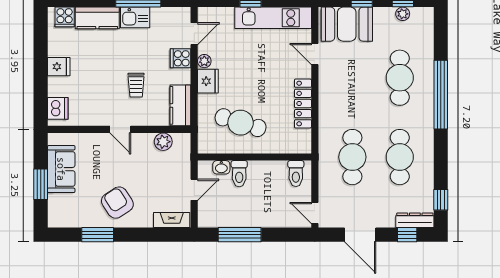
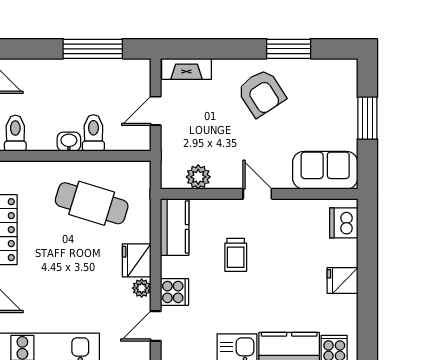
trolley: (136, 85) -> (236, 255), turned 180
washbasin: (221, 167) -> (69, 142), moved
sofa: (61, 169) -> (325, 170), moved, turned 90

